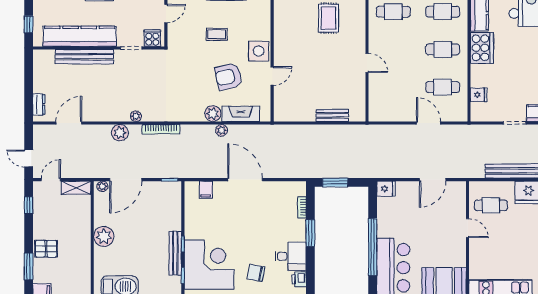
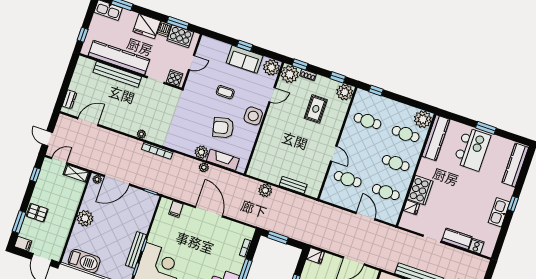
cooker: (482, 48) -> (420, 190), moved
door: (272, 76) -> (272, 95), moved
cafe table: (393, 87) -> (348, 179), added
plant: (120, 133) -> (265, 190), moved

